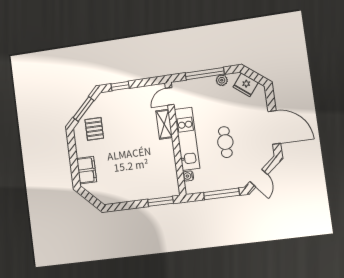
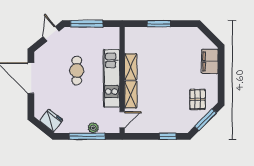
plant: (222, 80) -> (93, 128), moved
shelving: (168, 154) -> (131, 67), added
water cooler: (188, 176) -> (115, 44), removed
window: (161, 201) -> (159, 24), moved

